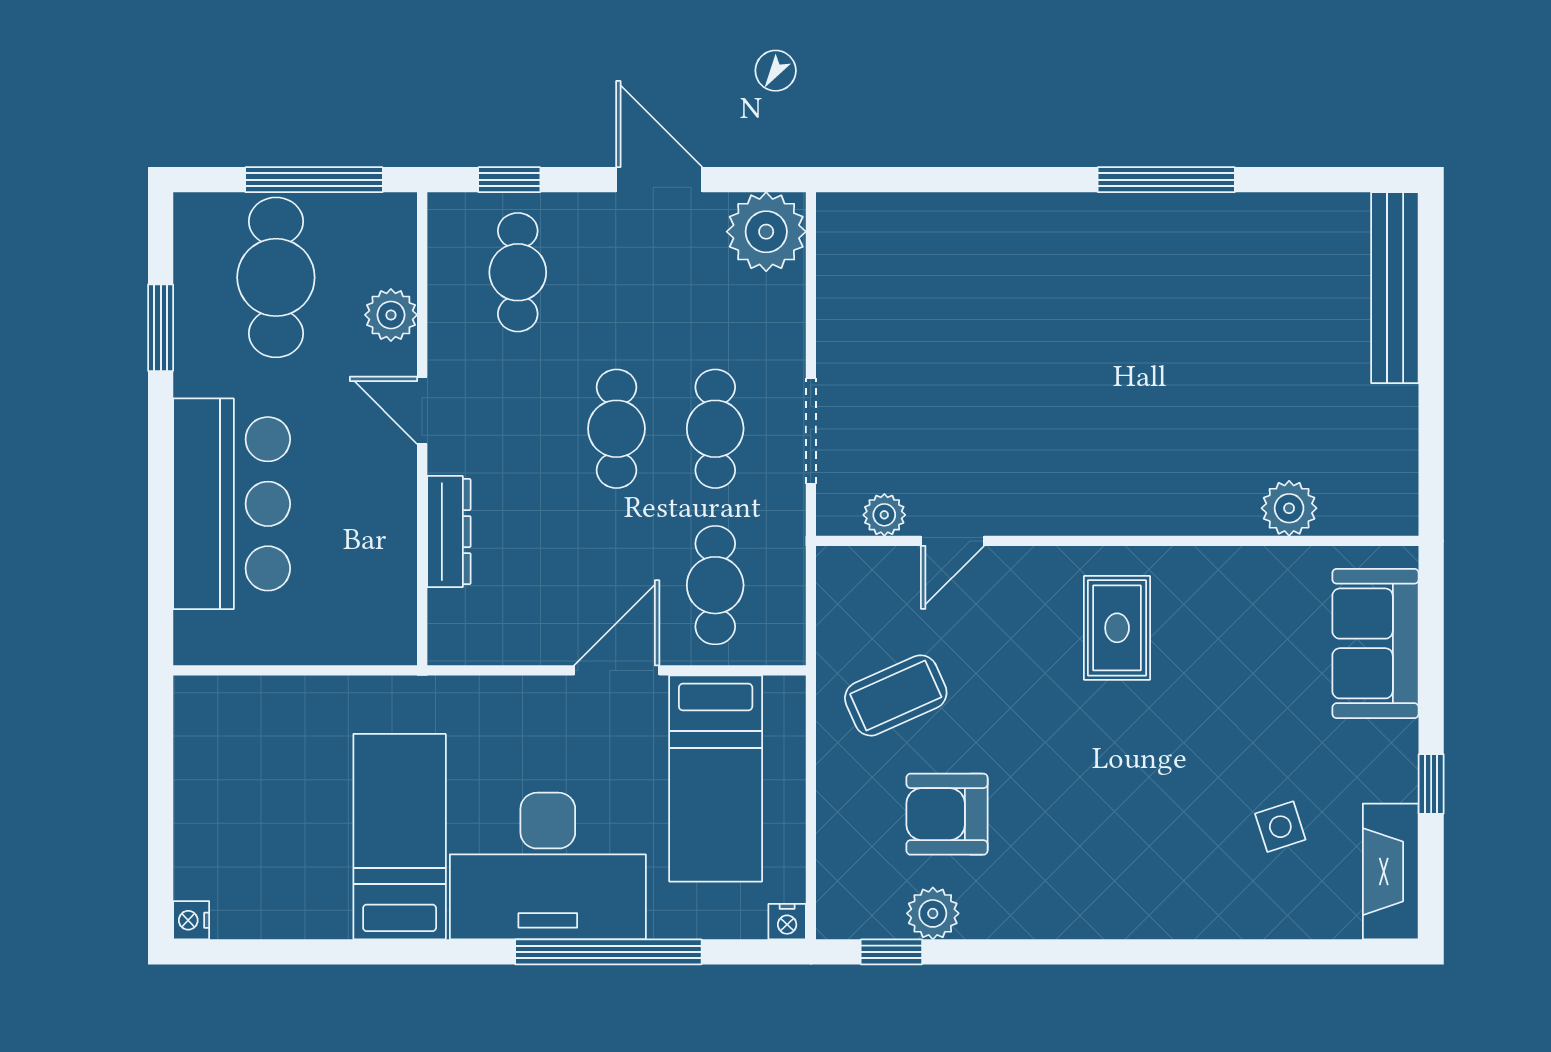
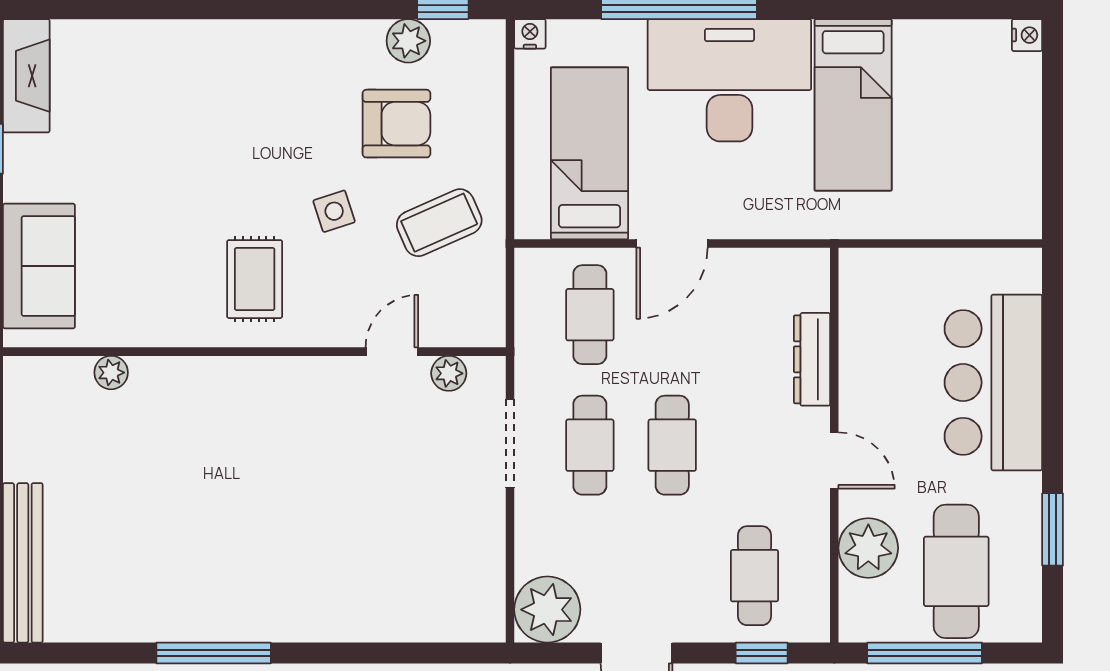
plant: (391, 315) -> (868, 548), width x1.36, depth x1.36
plant: (1289, 508) -> (111, 373), width x0.73, depth x0.73
side table: (1280, 827) -> (334, 211), moved

